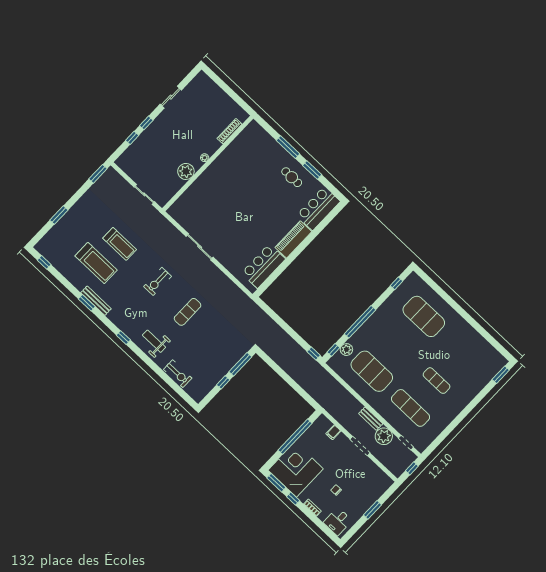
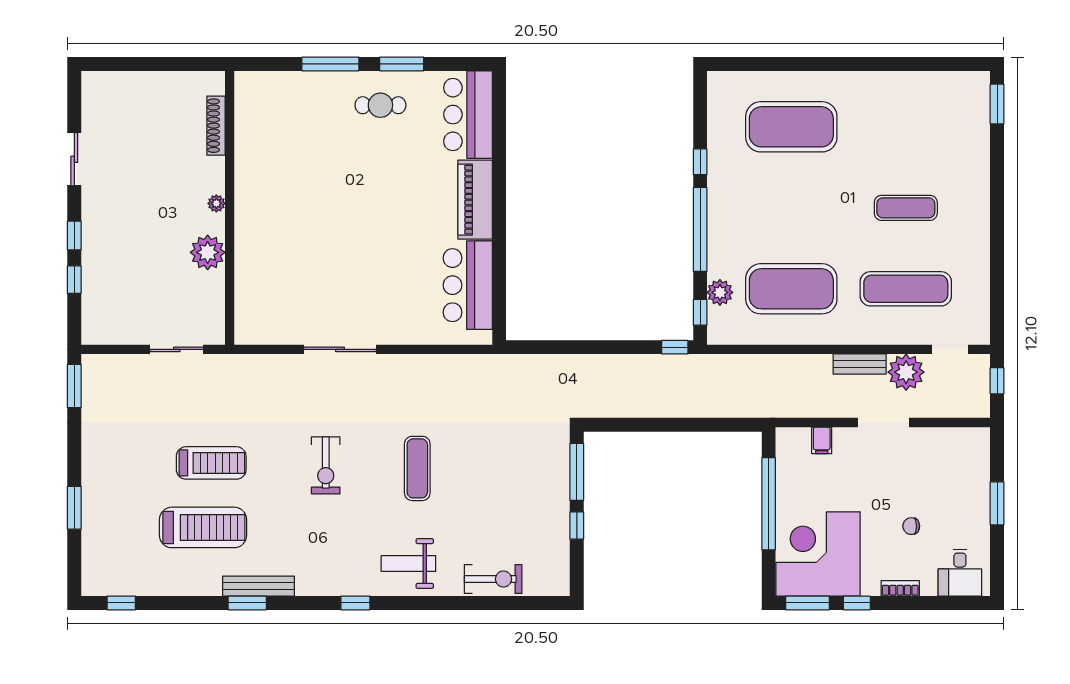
window: (396, 283) -> (700, 162), moved

